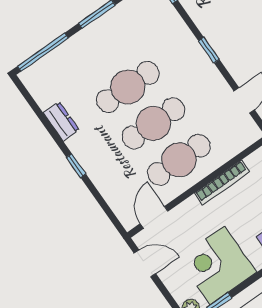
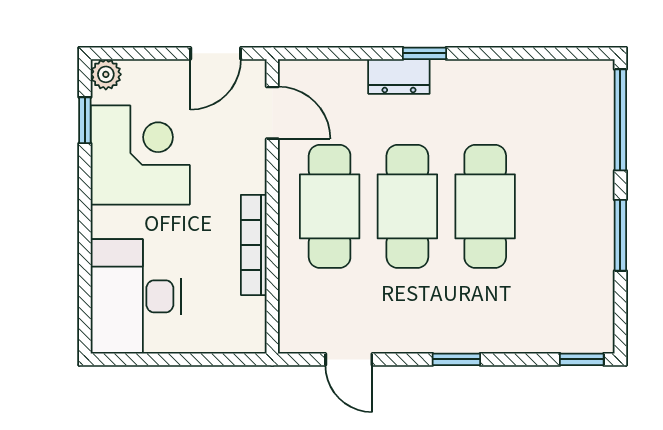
dresser: (61, 121) -> (399, 76), moved

